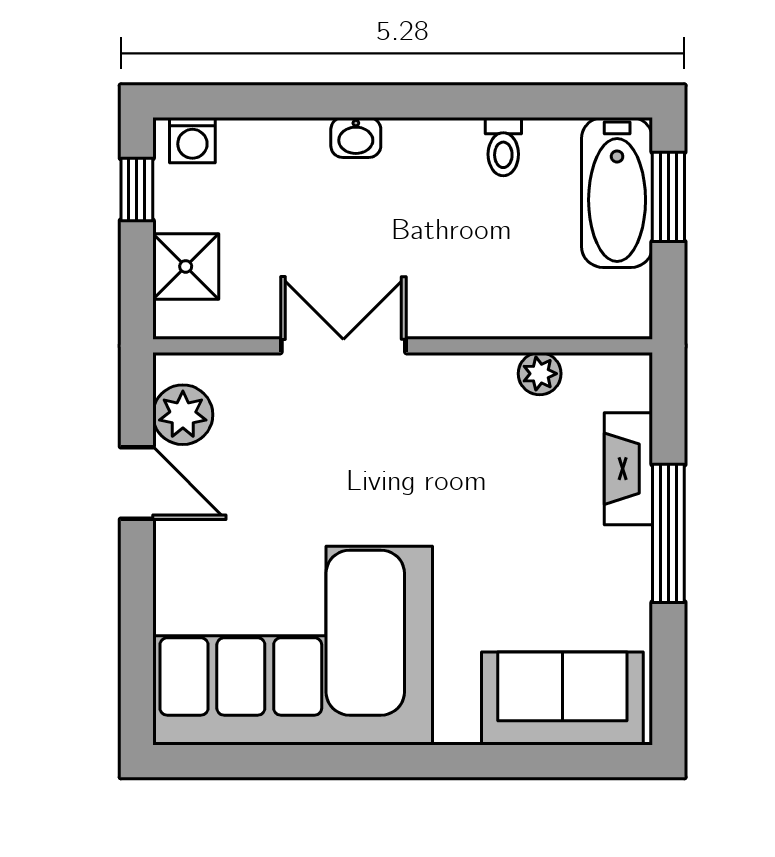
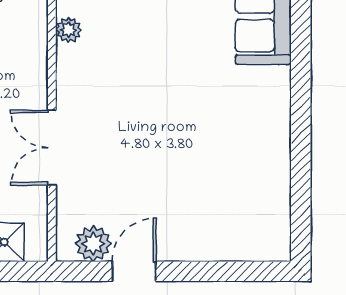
corner sofa: (293, 646) -> (232, 178), removed

